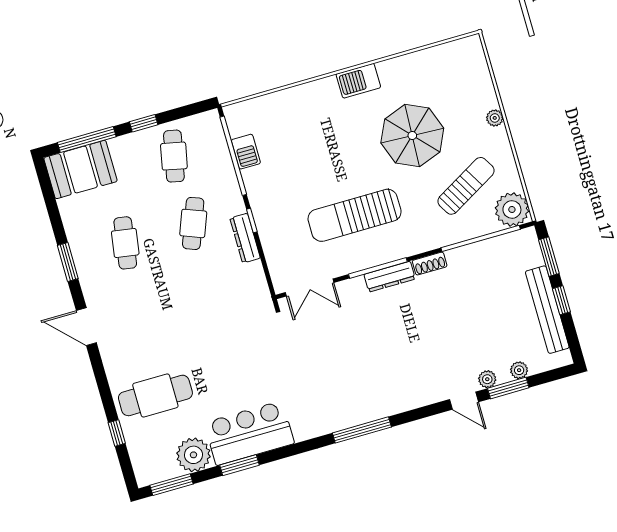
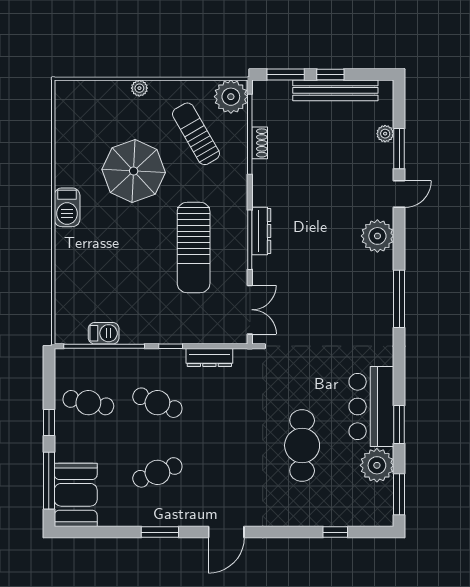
dresser: (245, 238) -> (209, 357), moved
cafe table: (125, 243) -> (157, 472), turned -30
shoe rack: (430, 264) -> (260, 143), moved
plant: (487, 379) -> (377, 236), moved, width x1.88, depth x1.88
cafe table: (155, 395) -> (302, 445), moved

